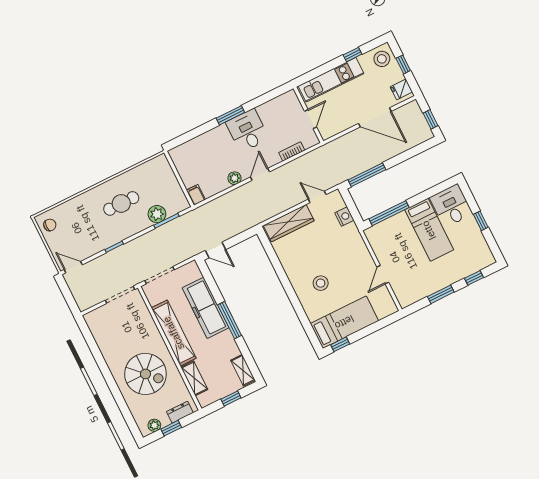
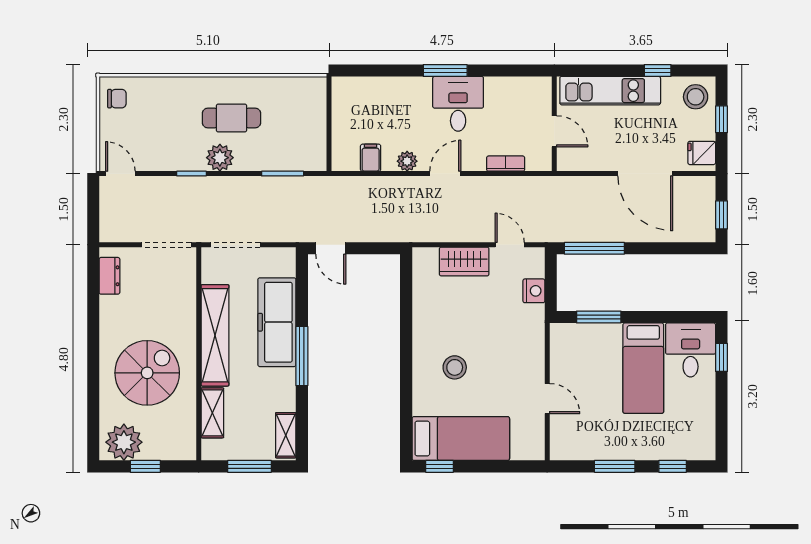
door: (311, 119) -> (554, 131), hinge flipped
filing cabinet: (196, 195) -> (371, 158), moved
window: (389, 213) -> (599, 317), width x0.69
plant: (157, 214) -> (220, 158), moved
window: (481, 221) -> (721, 357), moved
wardrobe: (289, 223) -> (464, 261), width x0.67
door: (383, 275) -> (547, 399), swing flipped
spiral stairs: (145, 374) -> (147, 373), turned -90
window: (231, 399) -> (249, 466), width x1.50
dresser: (180, 412) -> (109, 276), moved, turned 90
plant: (154, 425) -> (124, 442), width x1.87, depth x1.87

